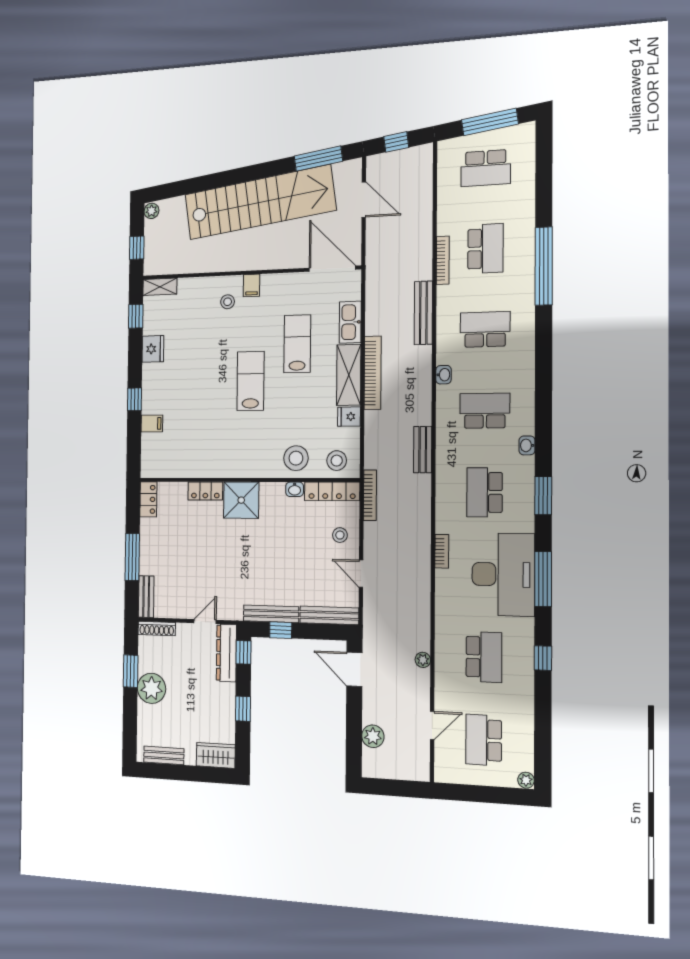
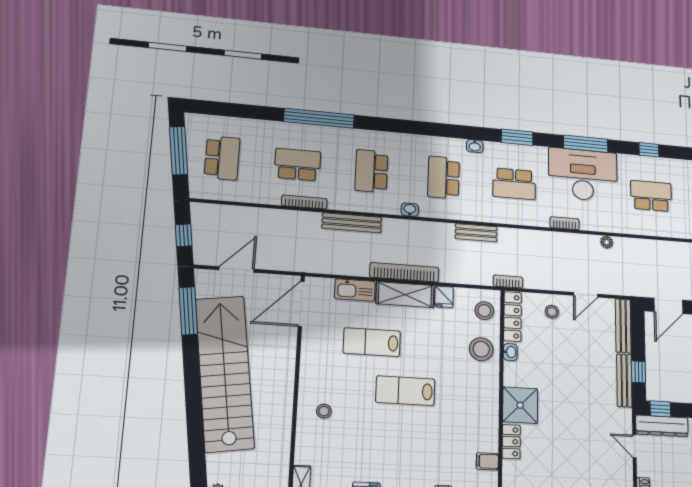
filing cabinet: (252, 286) -> (487, 461), moved, turned 180
bookcase: (370, 495) -> (508, 282), width x0.64
plant: (423, 660) -> (607, 242), moved

